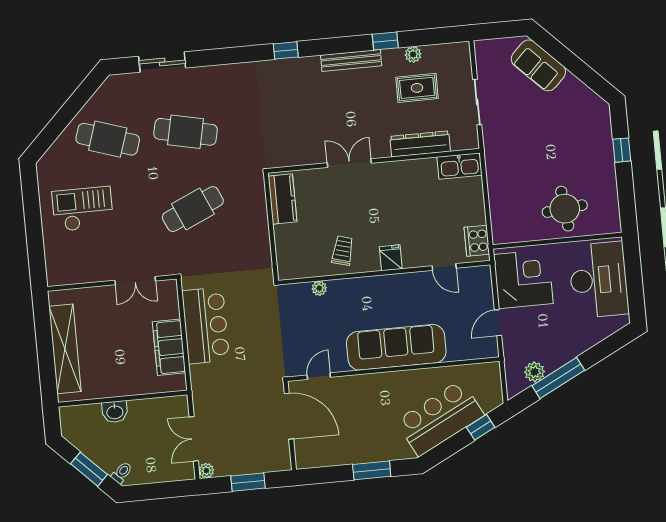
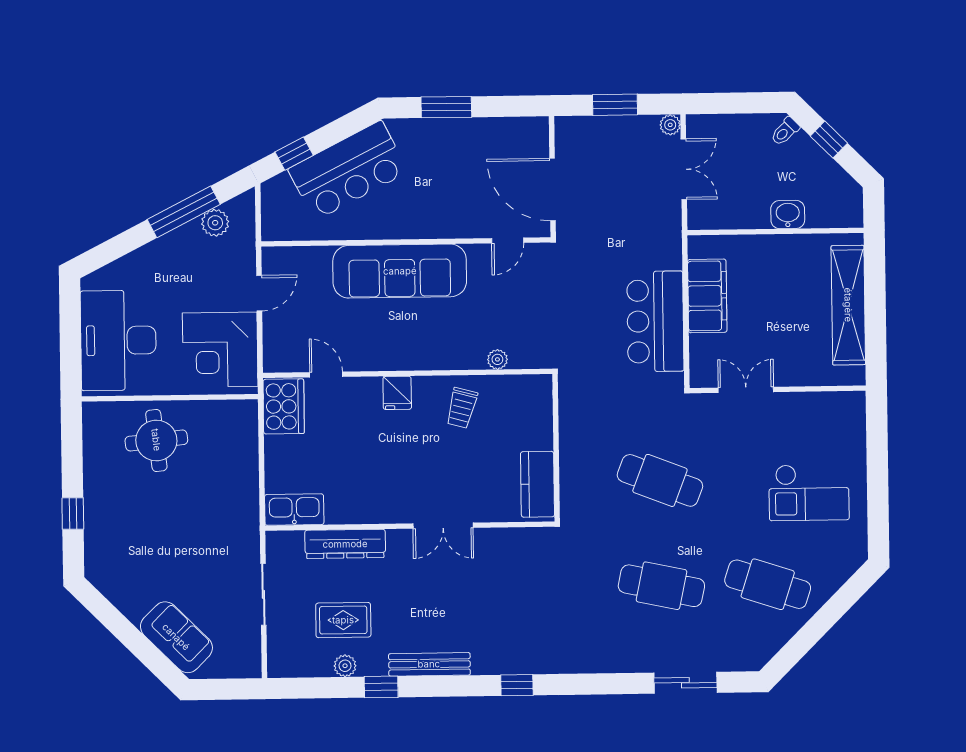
cafe table: (193, 209) -> (660, 480), turned 45
cooker: (477, 241) -> (284, 406), width x1.37, depth x1.31
window: (89, 469) -> (829, 140), width x0.67

